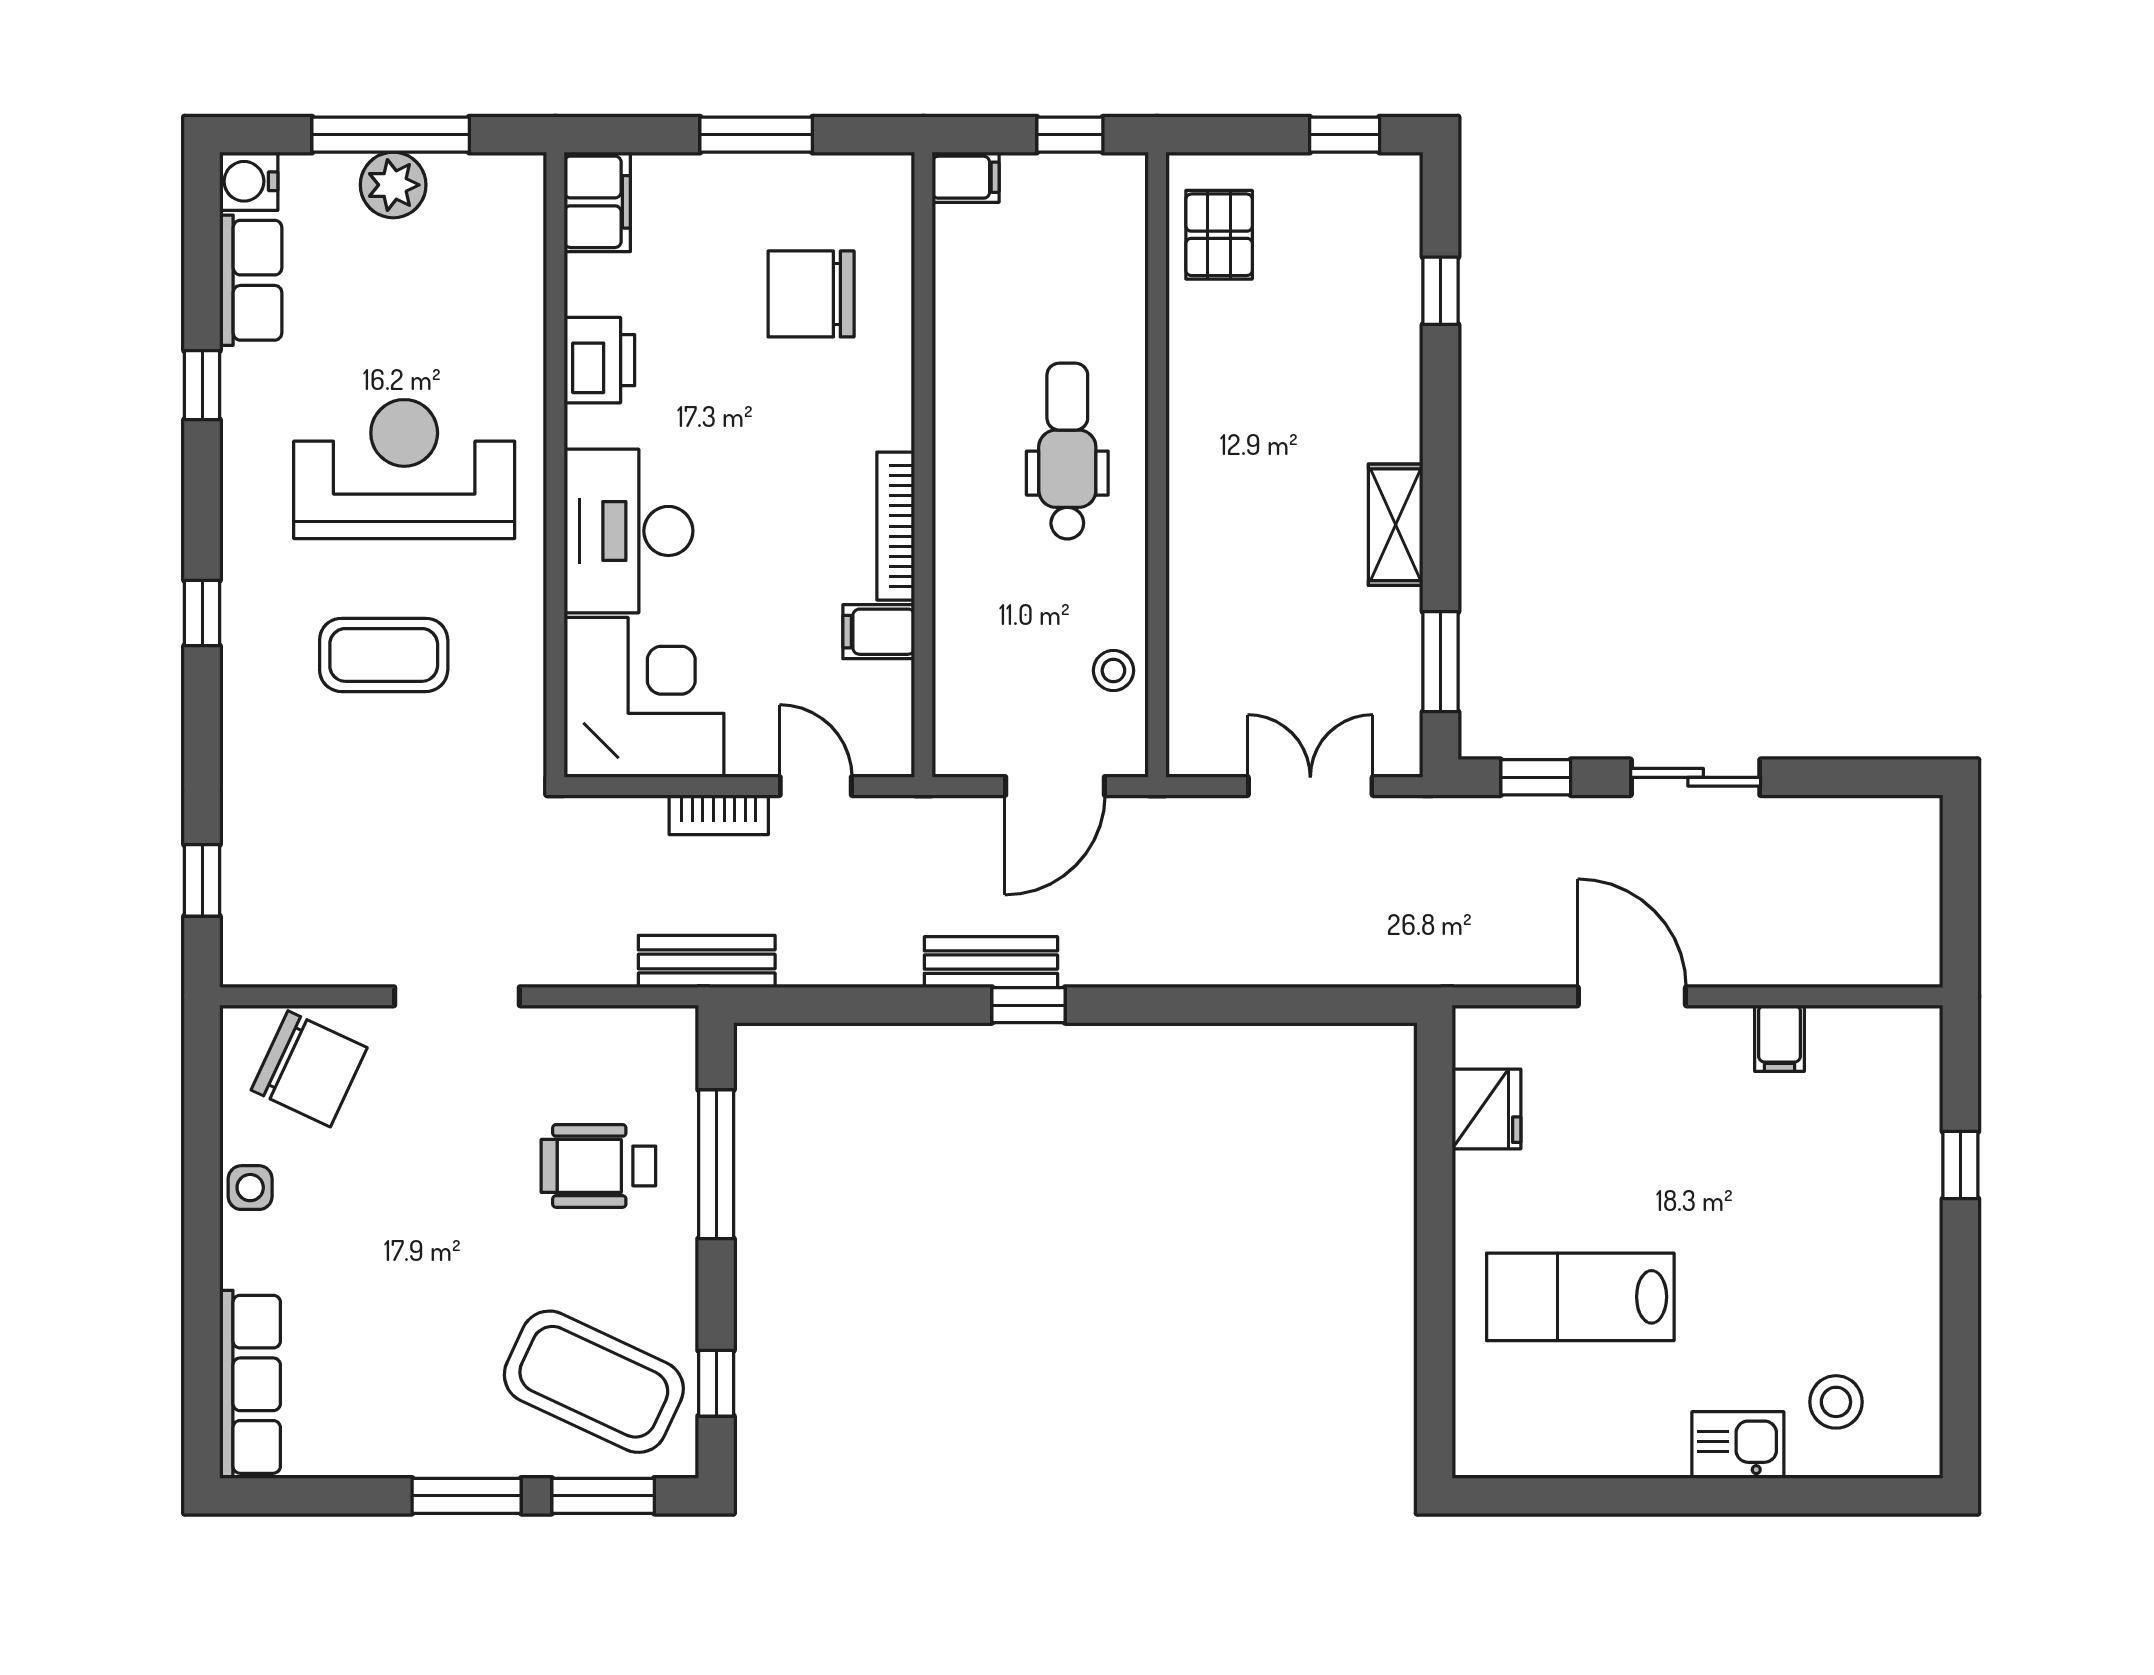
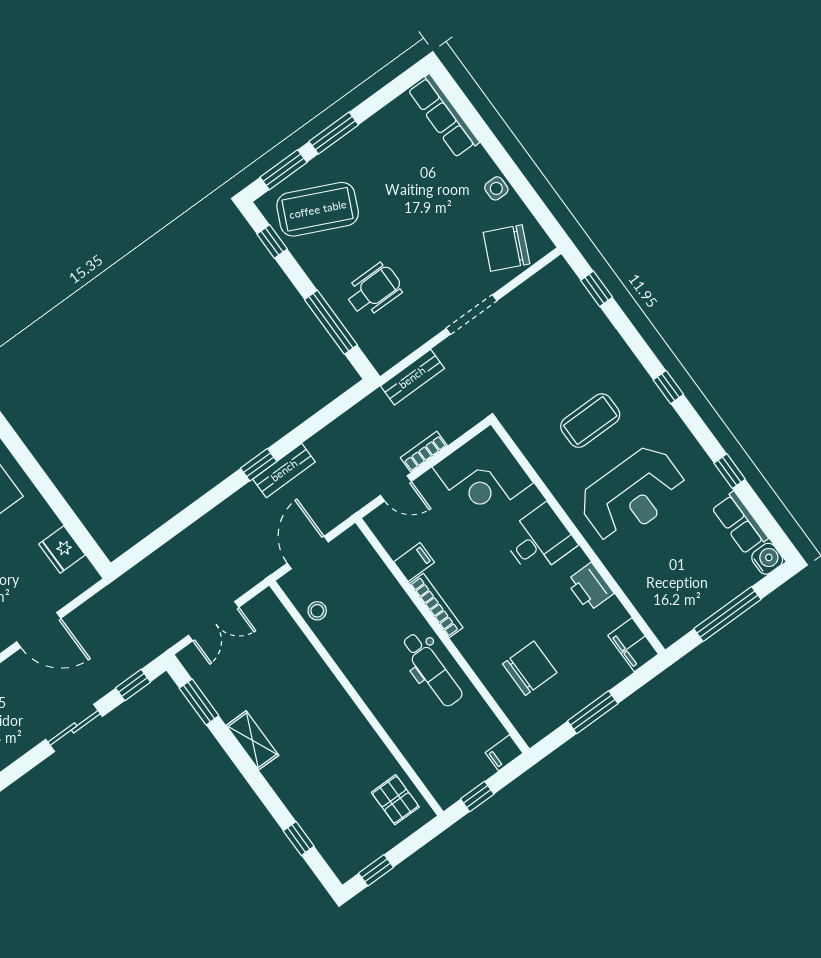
plant: (393, 185) -> (713, 596), removed
dental chair: (1067, 451) -> (432, 670), moved
desk: (629, 531) -> (539, 540), width x0.73
bench: (707, 961) -> (412, 377), moved

